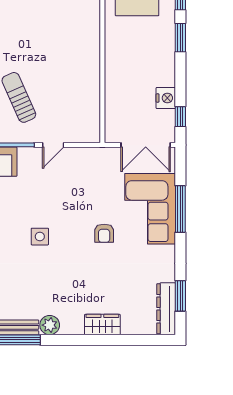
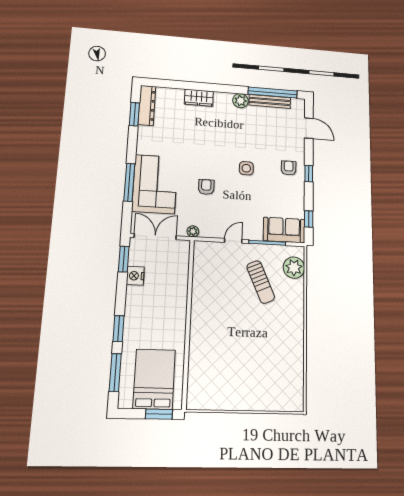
window: (180, 117) -> (124, 259), width x1.50
plant: (102, 154) -> (193, 231), added
armchair: (104, 233) -> (206, 187), moved

